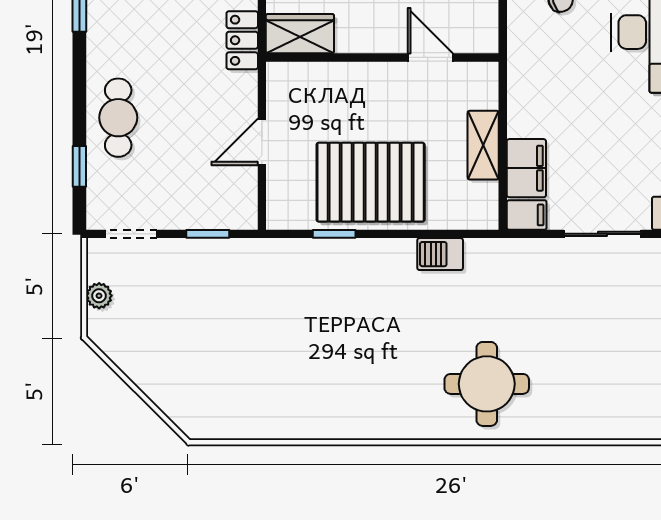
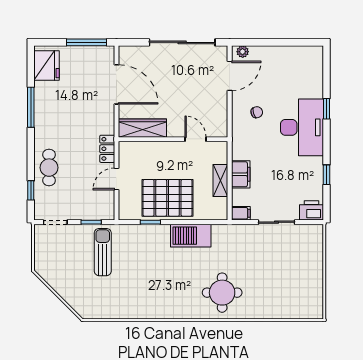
wardrobe: (300, 34) -> (142, 128), width x1.50
locker: (242, 40) -> (107, 149), moved
filing cabinet: (526, 168) -> (241, 174), moved
barbecue: (440, 254) -> (191, 236), width x1.88, depth x1.53
plant: (99, 296) -> (40, 251), removed
sun lounger: (233, 298) -> (103, 252), added

